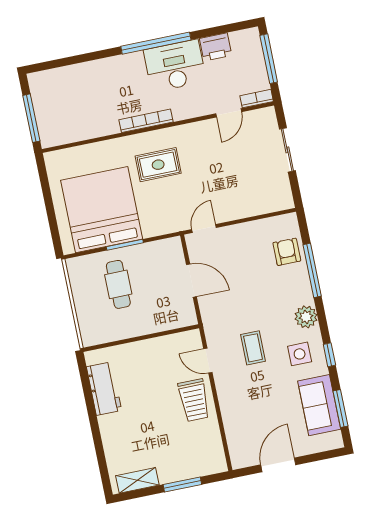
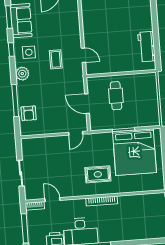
door: (229, 113) -> (52, 200), hinge flipped
cafe table: (118, 284) -> (116, 96), moved
trolley: (194, 400) -> (95, 33), removed

